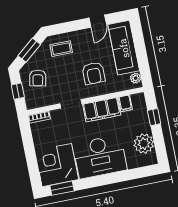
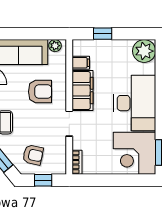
plant: (144, 144) -> (144, 51), moved

